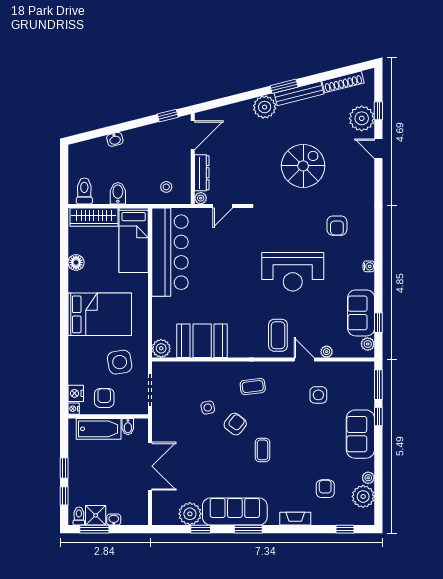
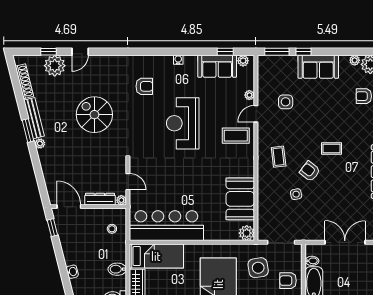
plant: (265, 107) -> (40, 144), width x0.53, depth x0.53
reception desk: (293, 272) -> (183, 123), turned 180

